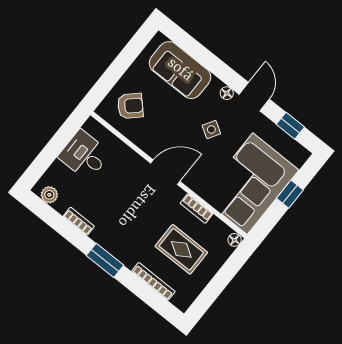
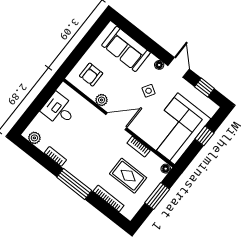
armchair: (130, 106) -> (91, 75), turned 134
plant: (145, 142) -> (102, 100), added
window: (105, 260) -> (74, 184), width x1.44
window: (222, 279) -> (157, 196), added

